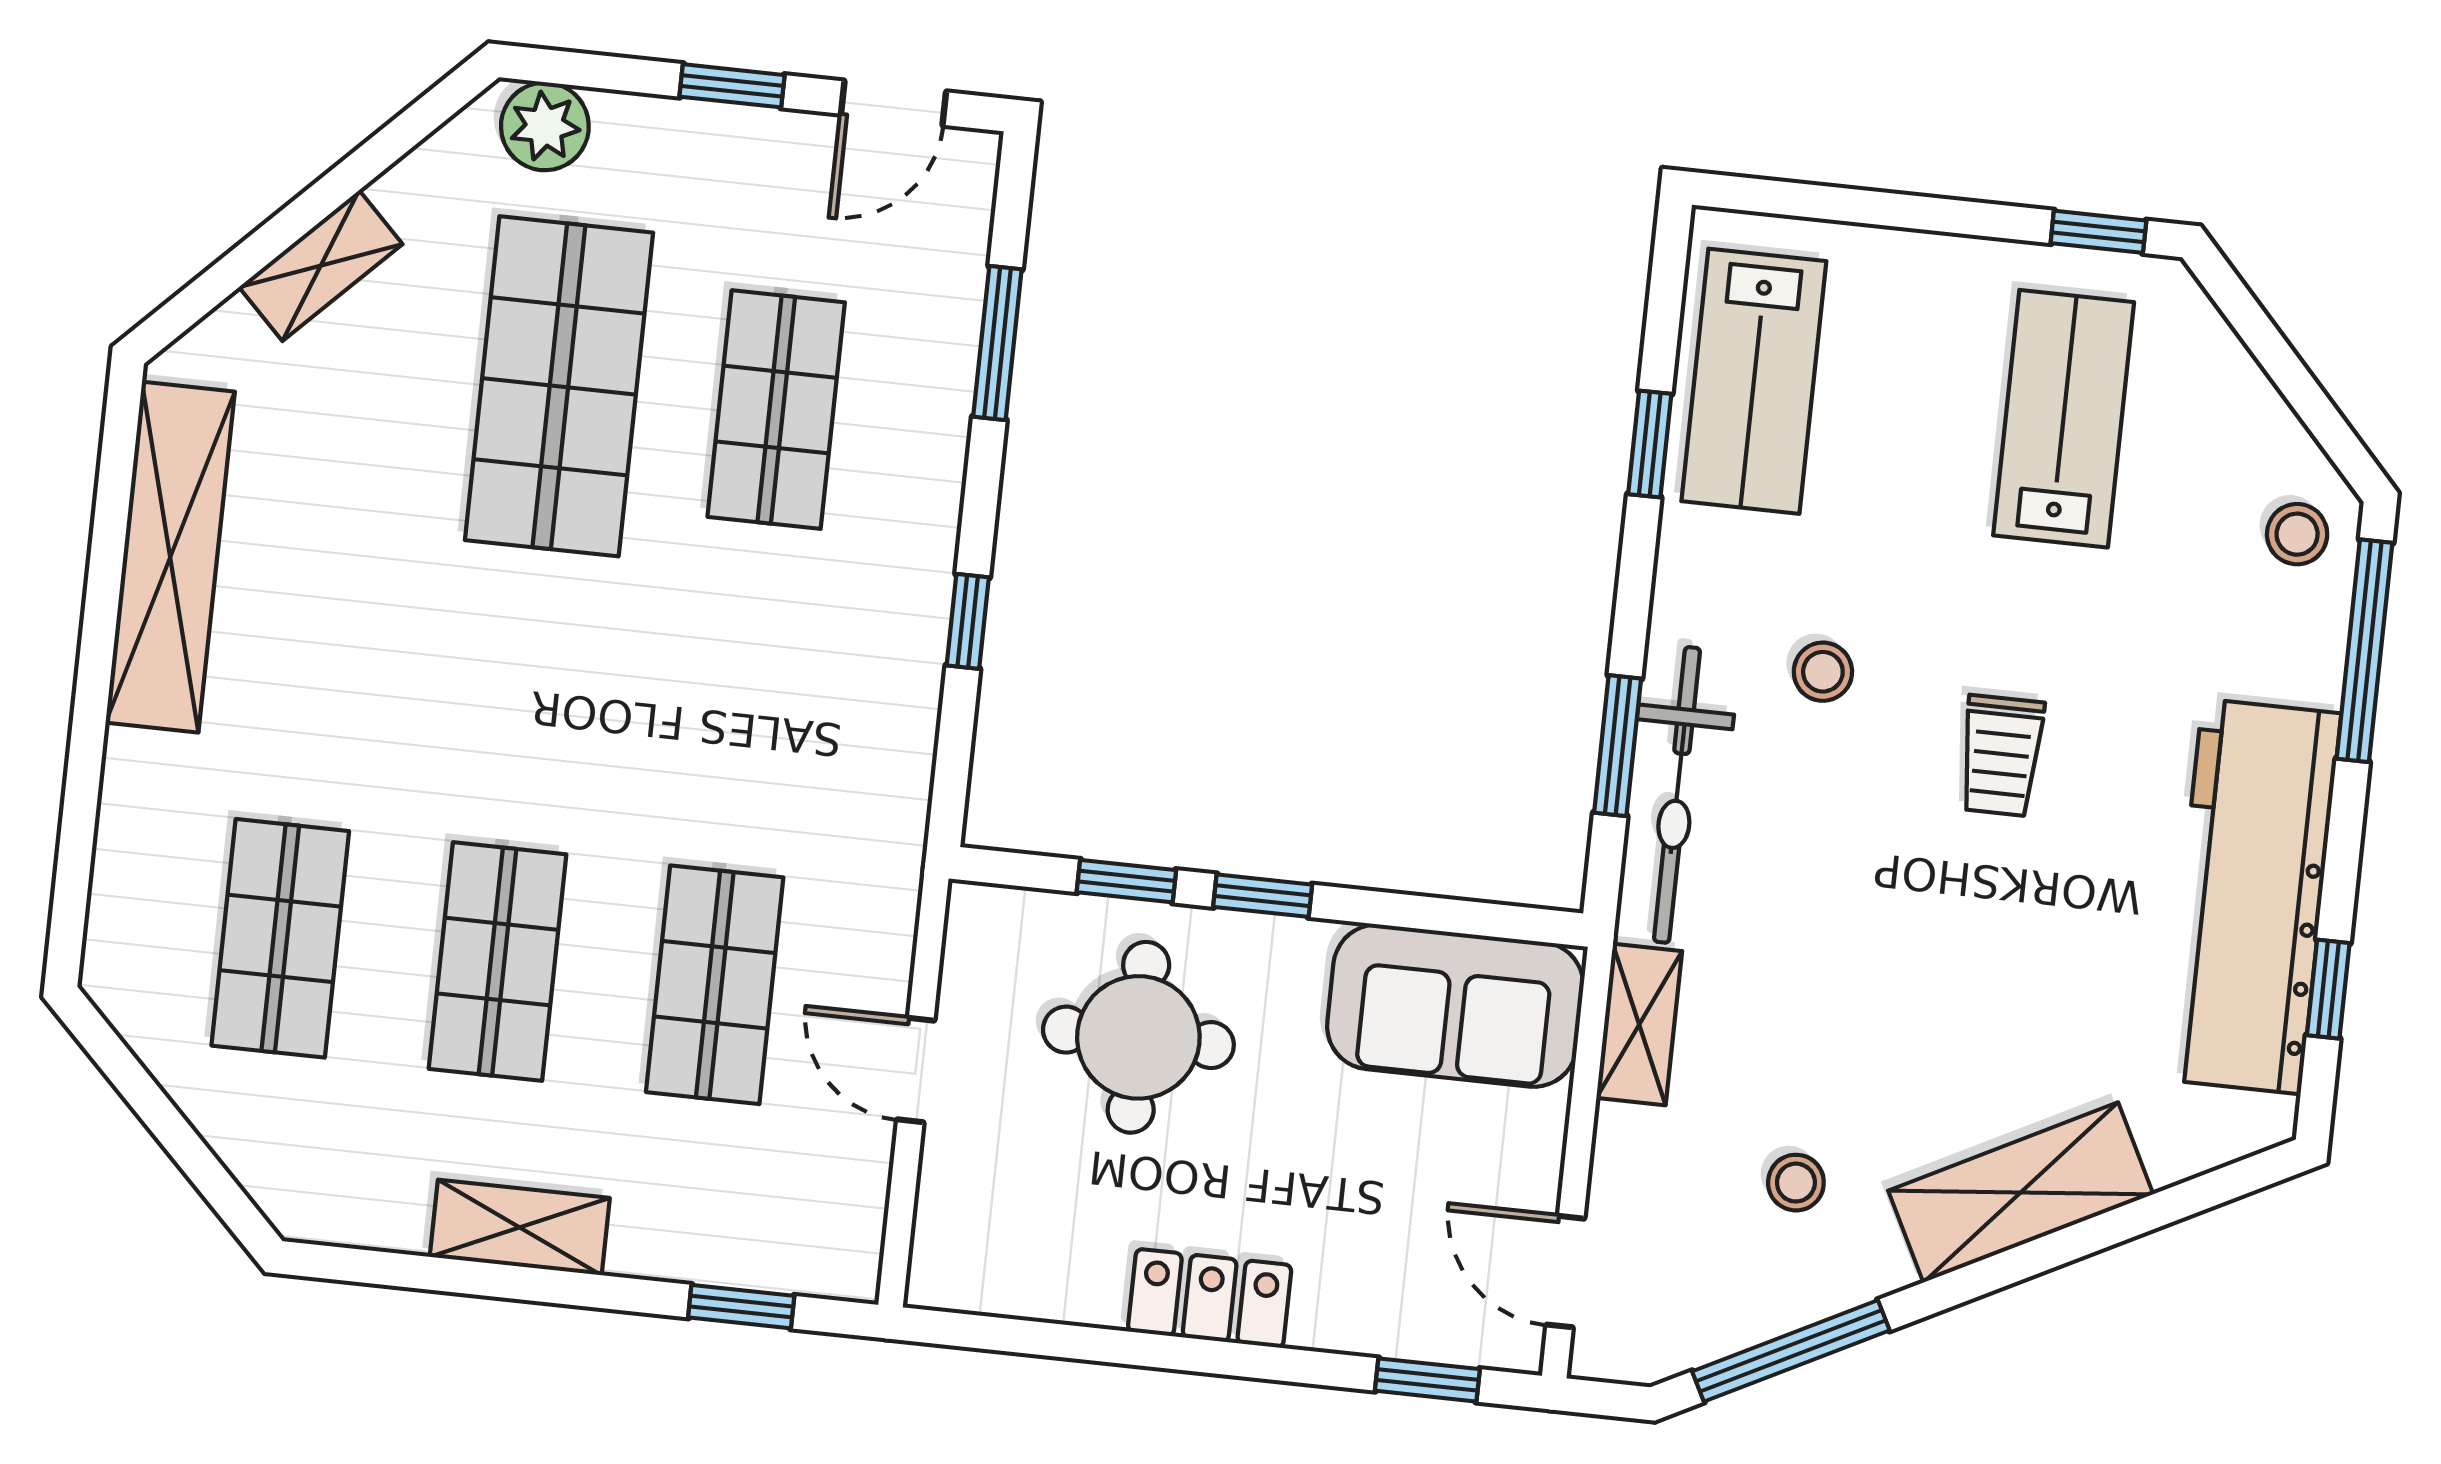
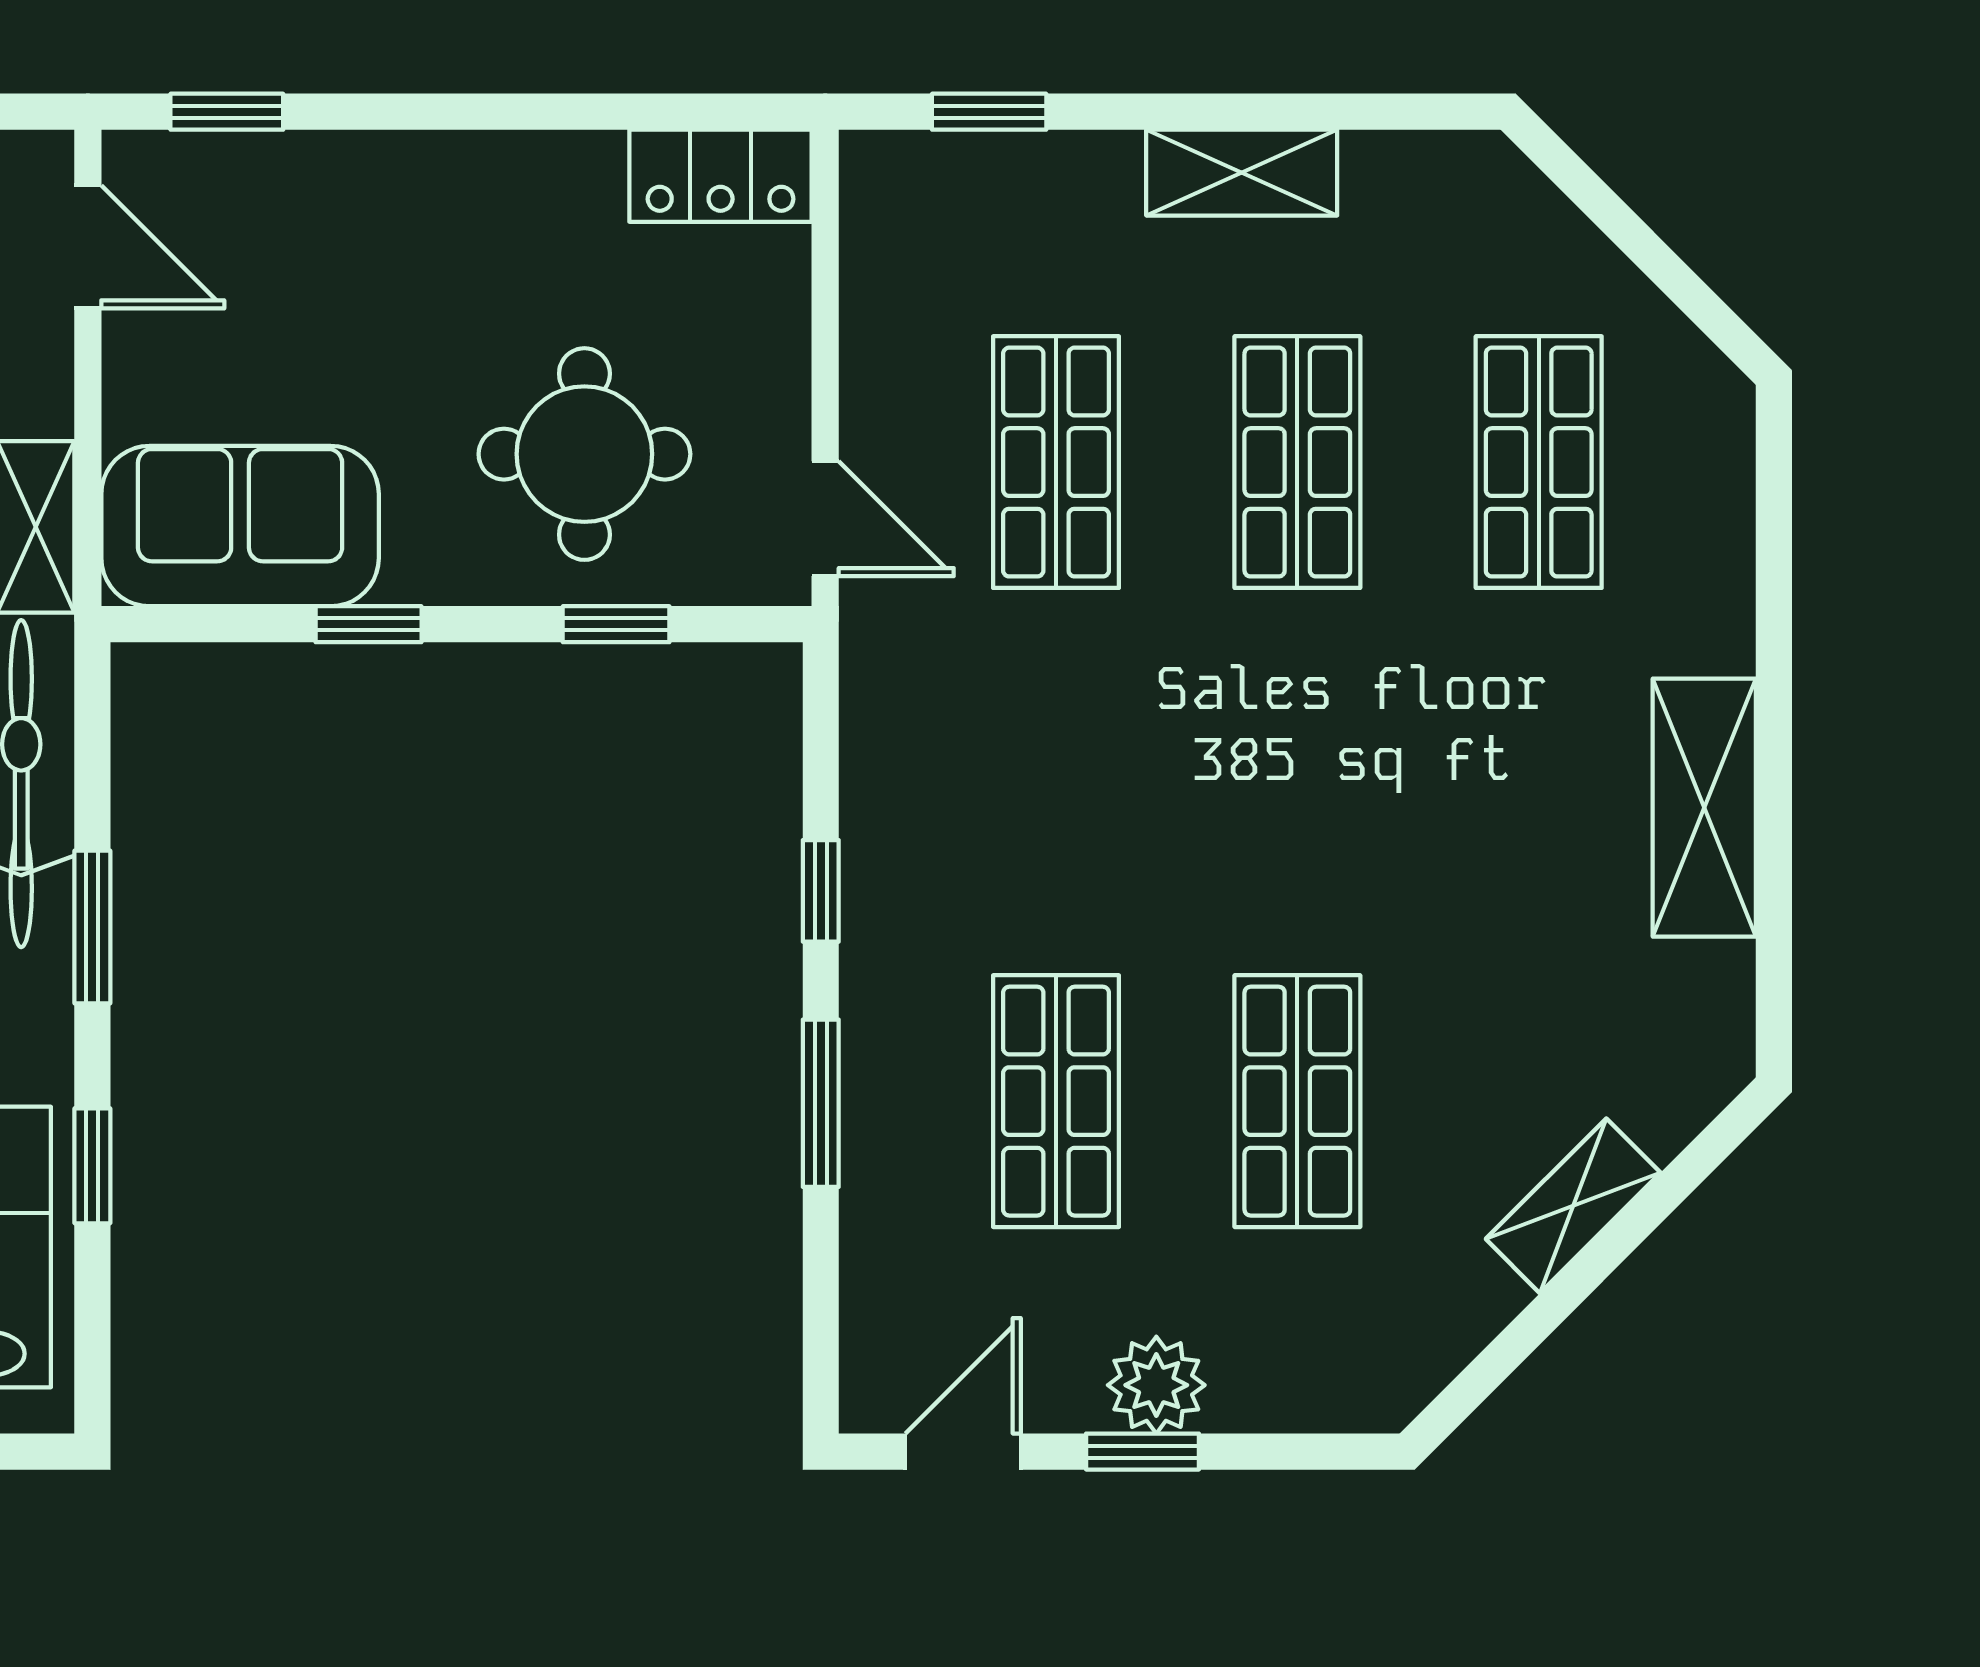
plant: (545, 126) -> (1156, 1385), moved
window: (997, 343) -> (821, 1103), moved
shop shelf: (559, 386) -> (1297, 1101), width x0.70, depth x0.74
shelving: (170, 557) -> (1704, 808), width x0.68
window: (1618, 746) -> (92, 927), moved
window: (1263, 896) -> (369, 624), moved
door: (916, 1070) -> (825, 519), moved
locker: (1210, 1298) -> (721, 176), moved

